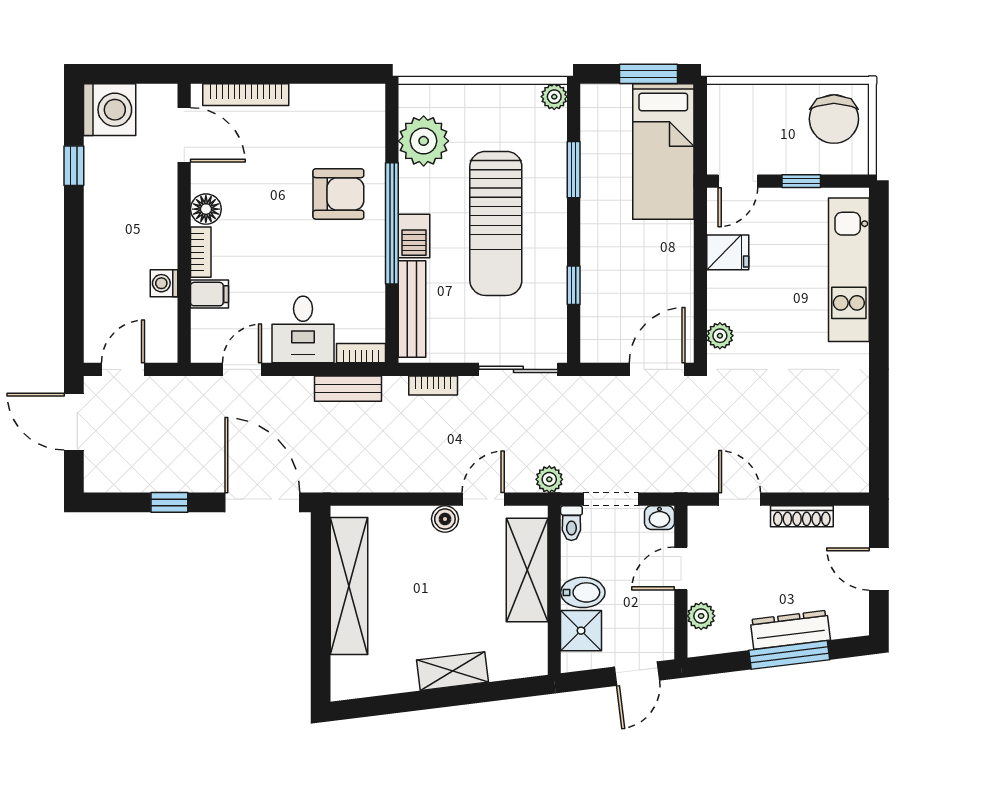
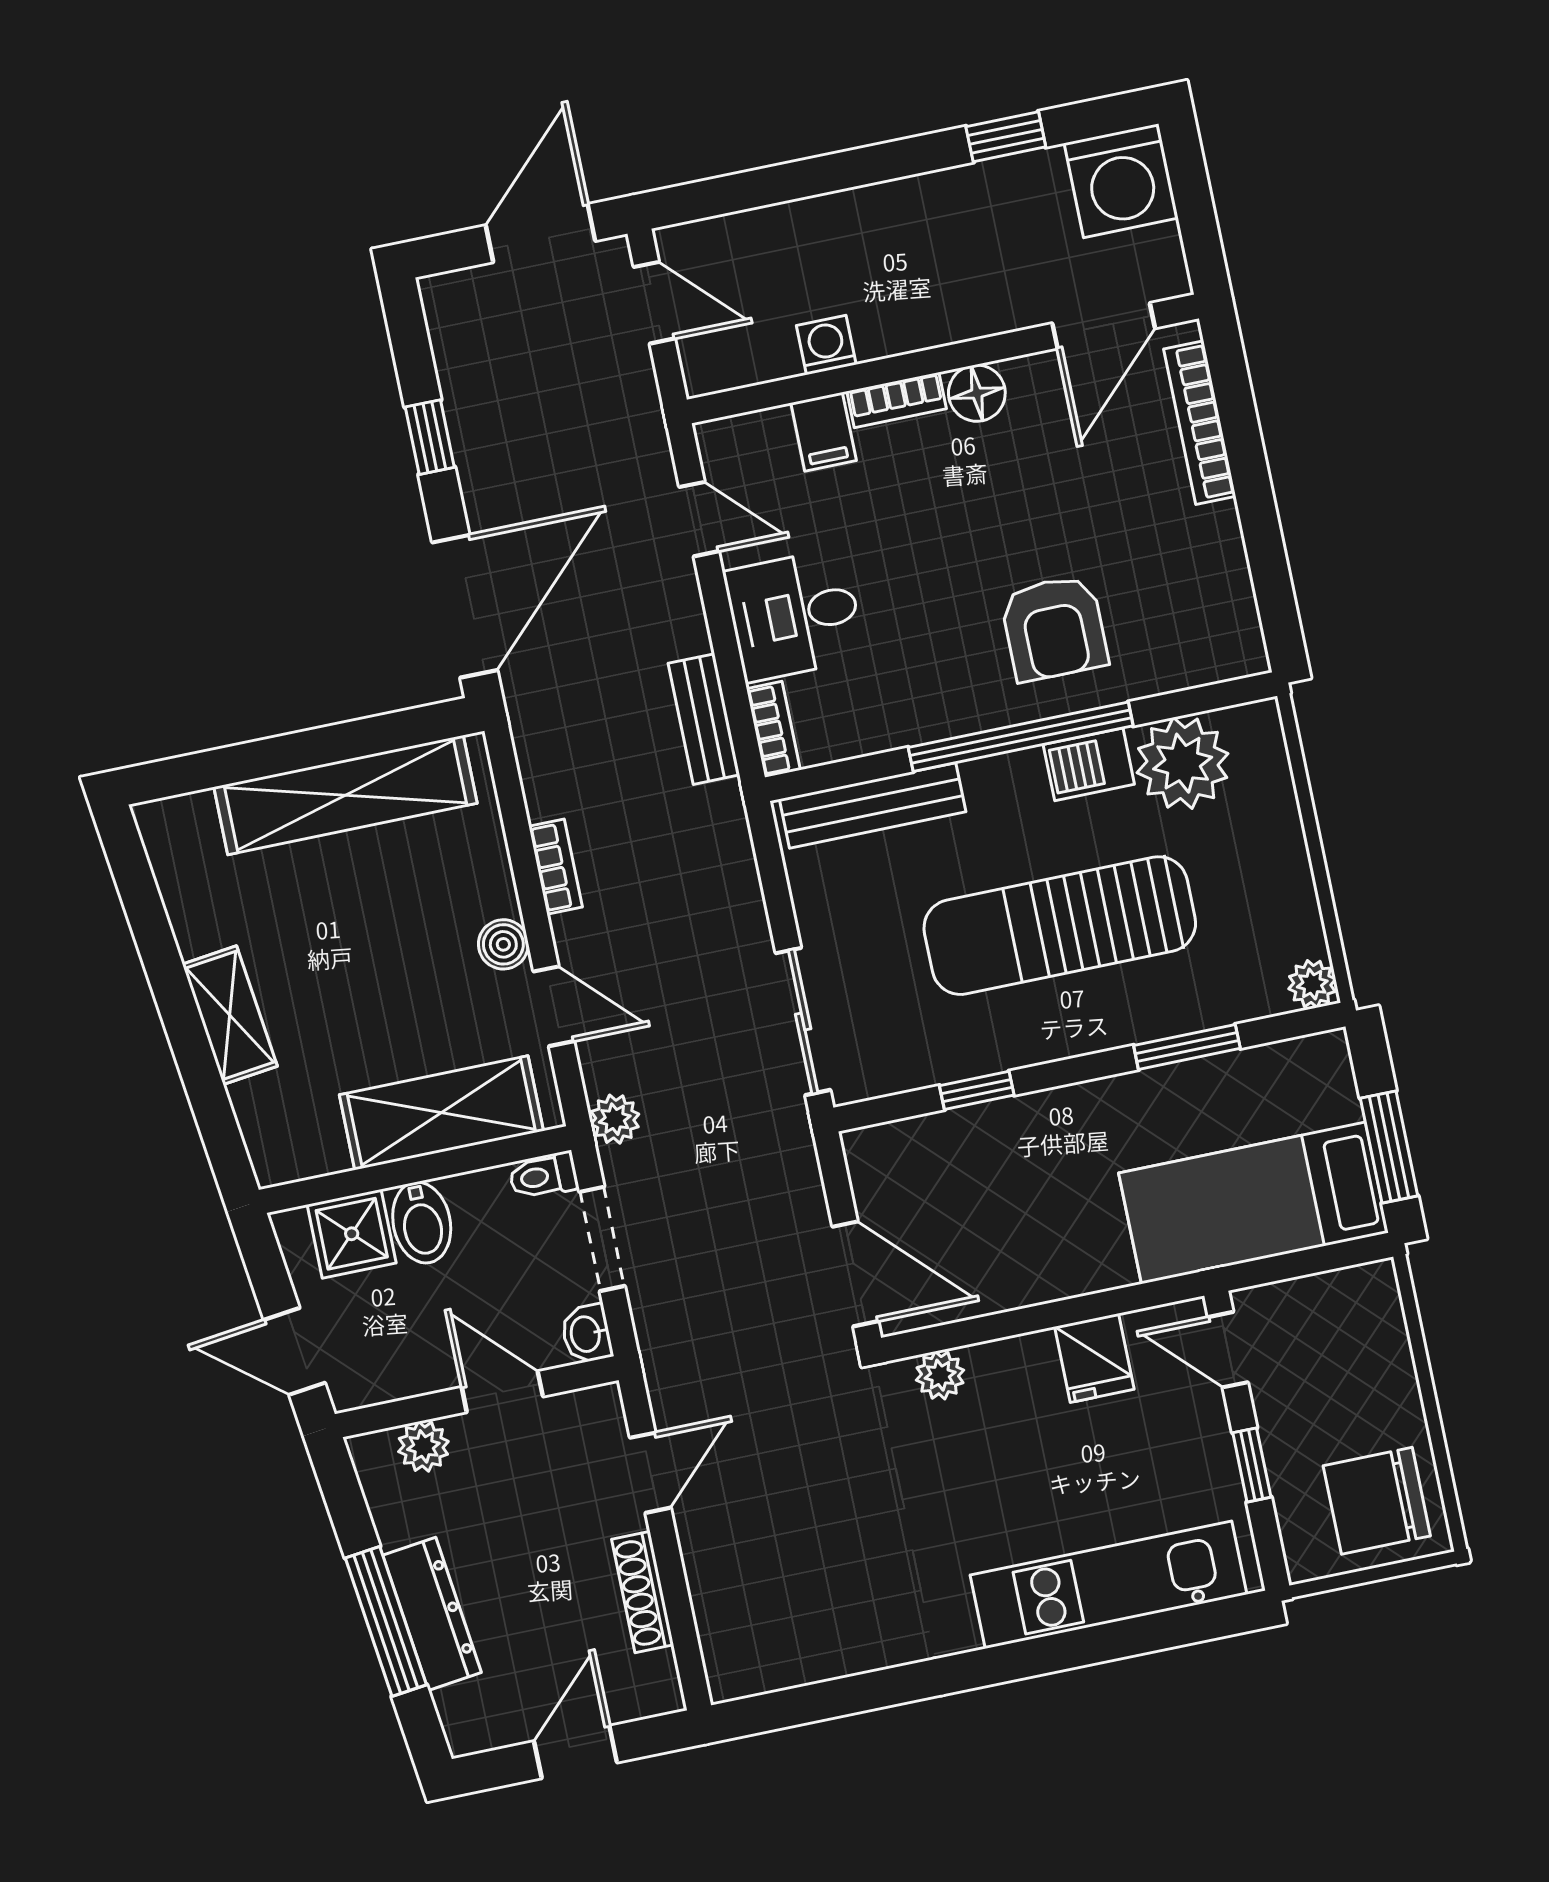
barbecue: (414, 236) -> (1089, 764), moved
bookcase: (433, 386) -> (556, 867), moved, turned 180

